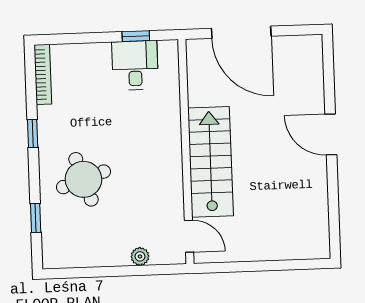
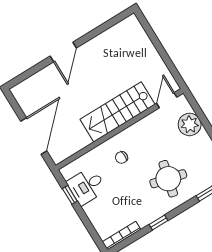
chair: (147, 133) -> (122, 157), added
round table: (83, 179) -> (168, 179), turned 33
plant: (140, 256) -> (190, 124), width x1.87, depth x1.87

